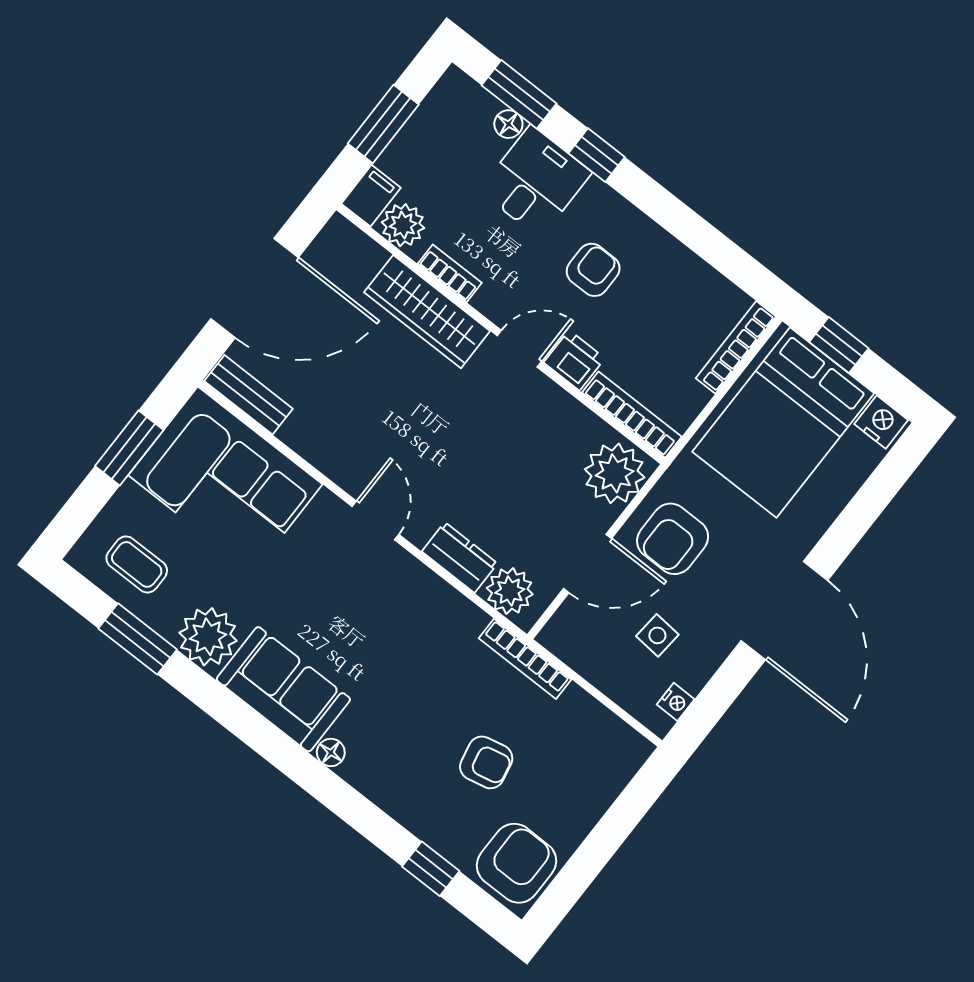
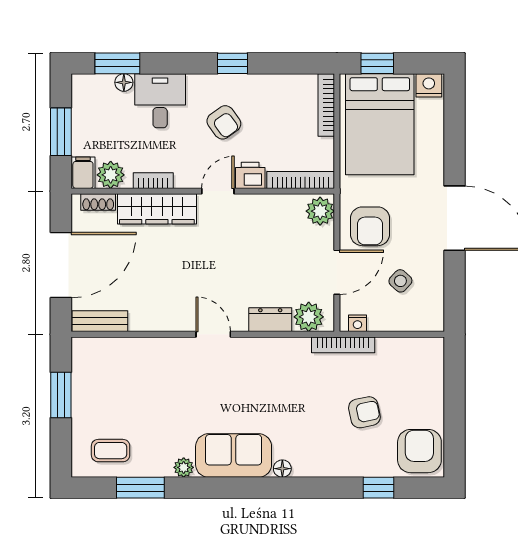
window: (597, 155) -> (233, 63), moved
shoe rack: (361, 247) -> (98, 202), added
armchair: (593, 270) -> (224, 122), turned 144
plant: (615, 473) -> (320, 211), width x0.73, depth x0.73
corner sofa: (225, 480) -> (122, 373), removed
side table: (657, 635) -> (400, 281), turned 38
plant: (208, 637) -> (184, 467), width x0.53, depth x0.53
nightstand: (676, 702) -> (357, 323), moved, turned 90

